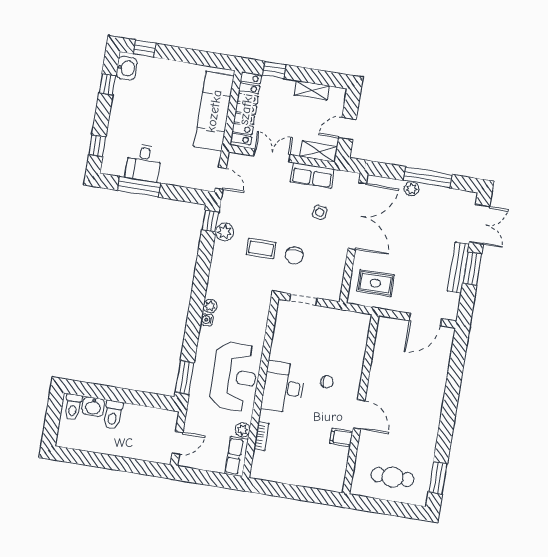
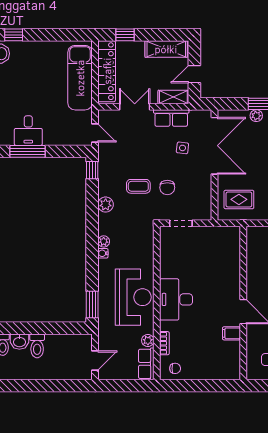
shelving: (312, 90) -> (166, 49), width x1.50, depth x1.33
plant: (225, 232) -> (106, 205), moved
chair: (327, 382) -> (175, 368), moved

